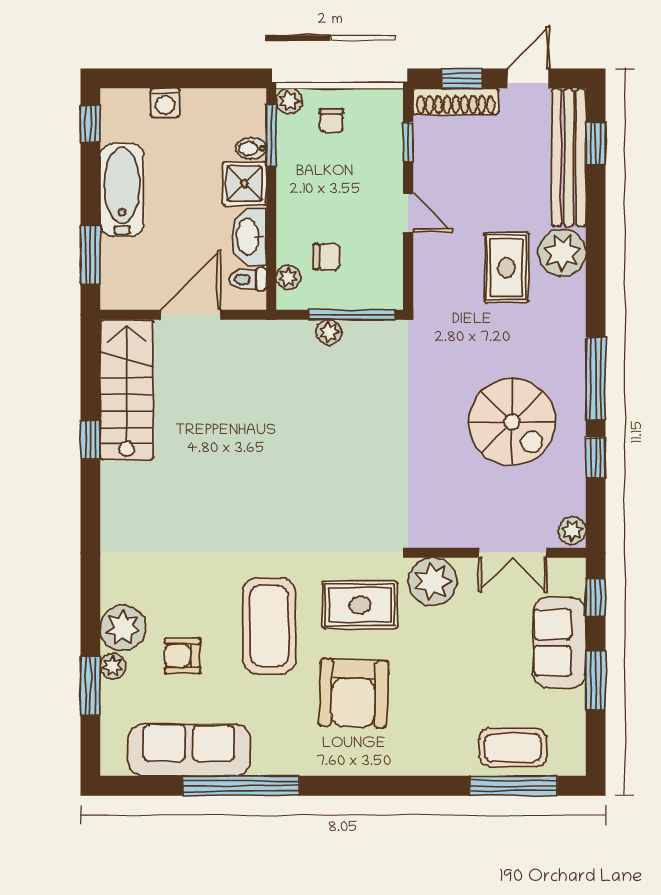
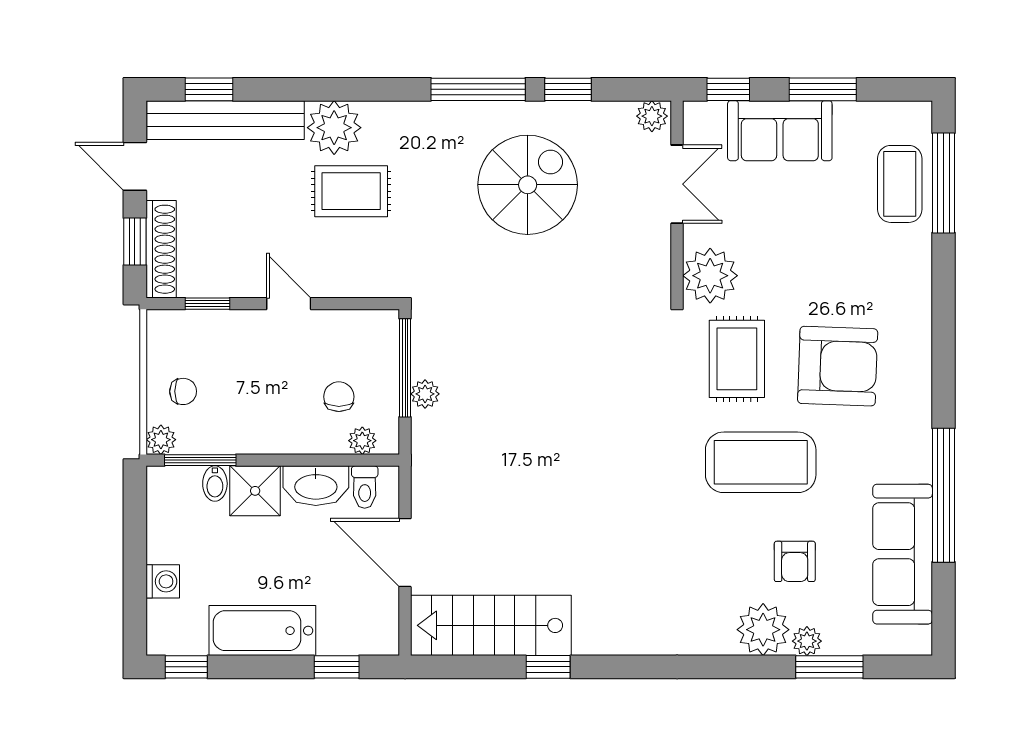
door: (408, 213) -> (289, 304), hinge flipped
window: (90, 255) -> (337, 667), width x0.67

